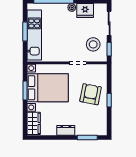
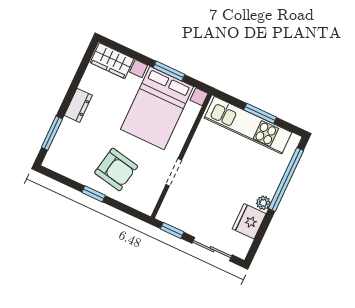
stool: (93, 44) -> (191, 209), removed

